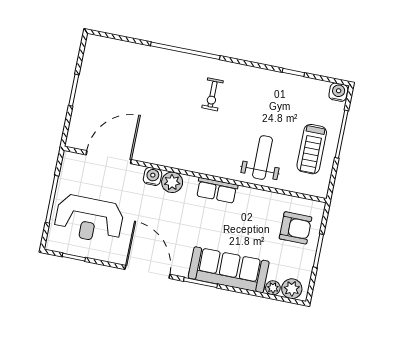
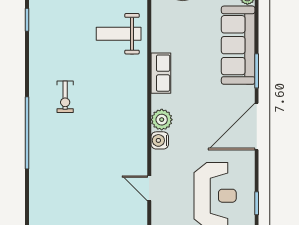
exercise bike: (213, 94) -> (65, 97), turned 90
door: (109, 157) -> (149, 188), width x0.53

